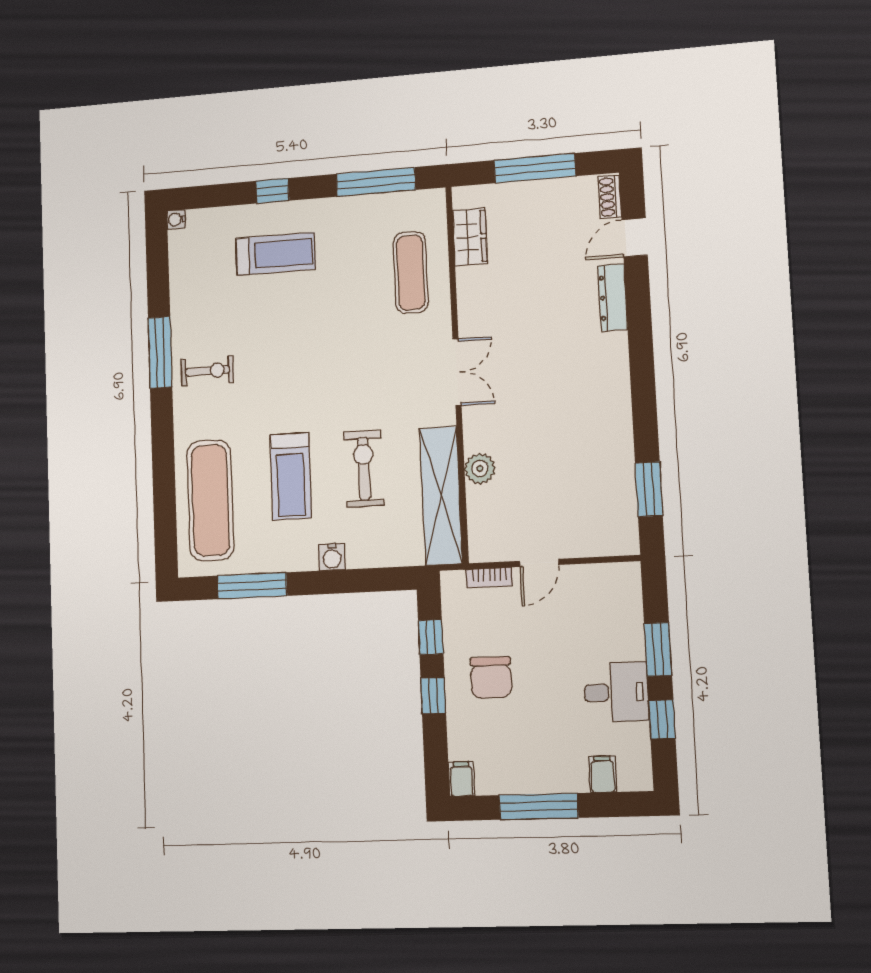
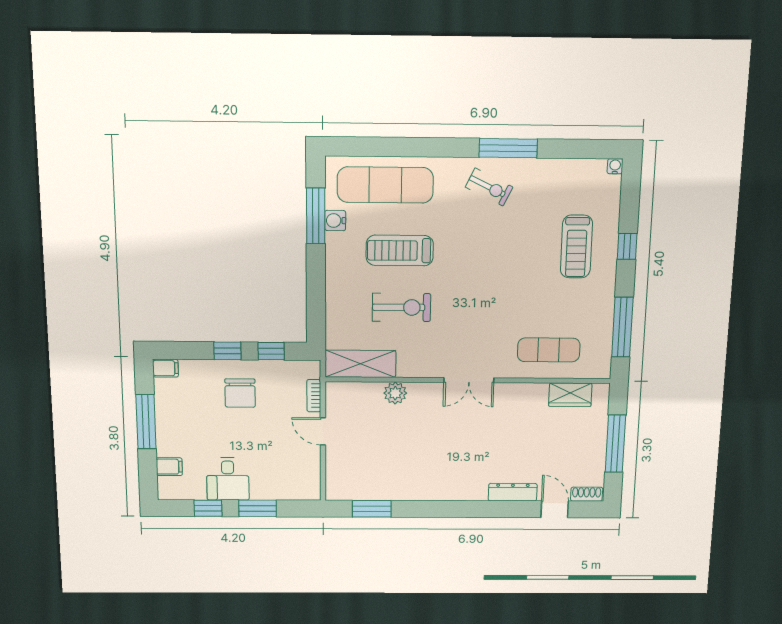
exercise bike: (207, 371) -> (489, 187), turned -64
shelving: (441, 496) -> (360, 364), width x0.68
water cooler: (332, 557) -> (335, 221), moved
chair: (491, 677) -> (240, 393), turned -90

